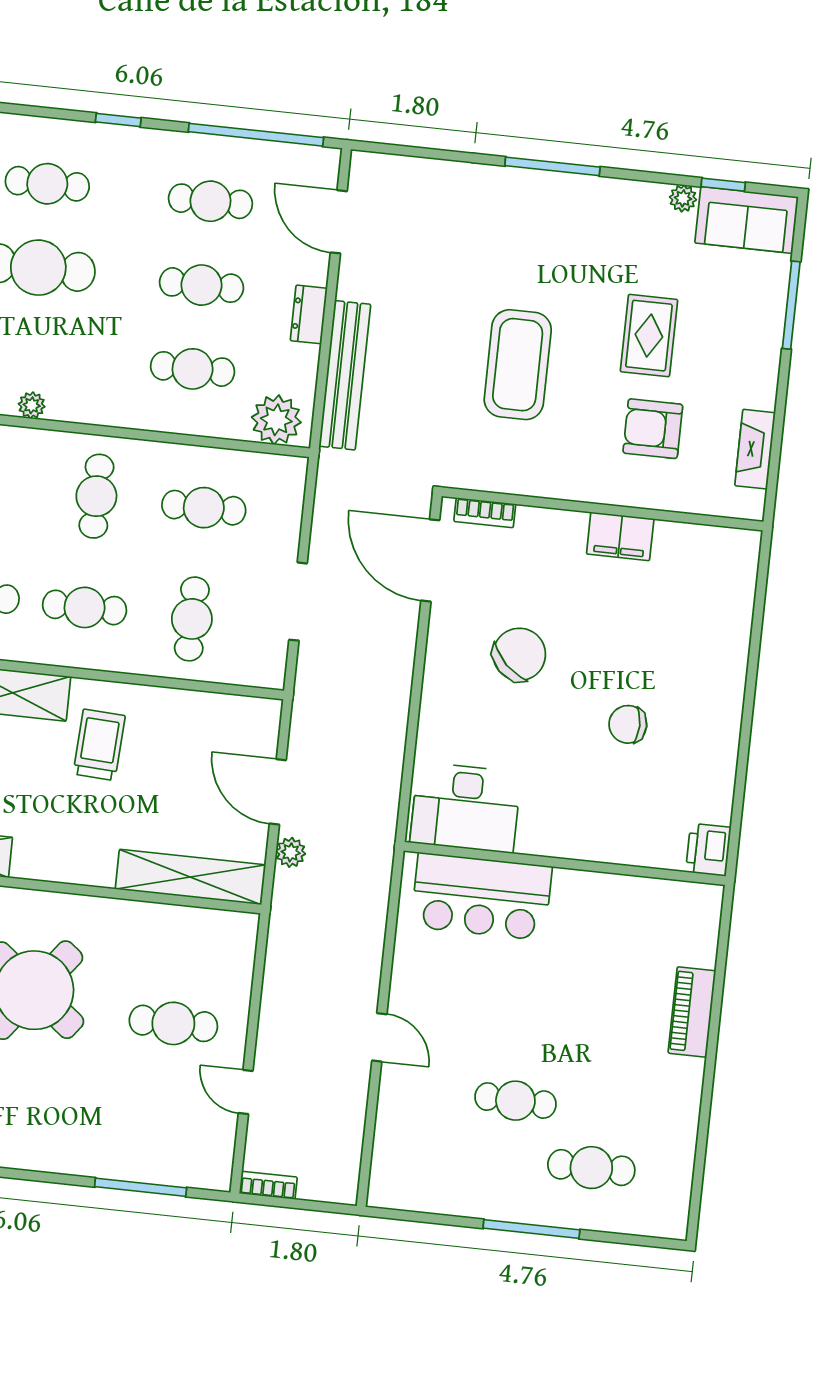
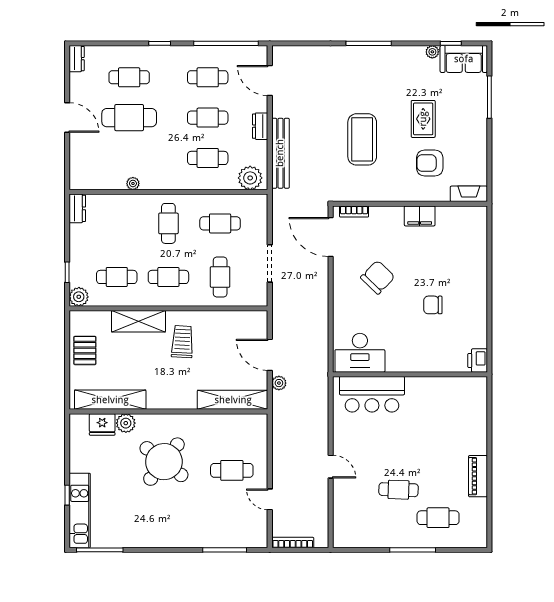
fireplace: (755, 449) -> (469, 194), moved, turned 90
piano: (692, 1012) -> (478, 476), moved
bookcase: (268, 1185) -> (293, 543), width x1.56

